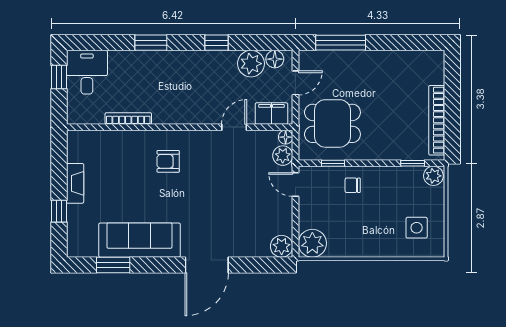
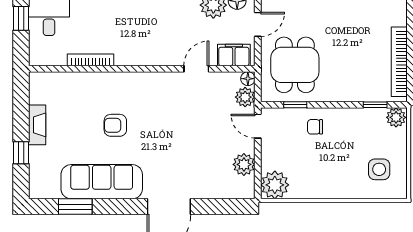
dining table: (332, 123) -> (295, 65), turned 90
armchair: (168, 161) -> (115, 125), moved
plant: (282, 246) -> (244, 164), moved

